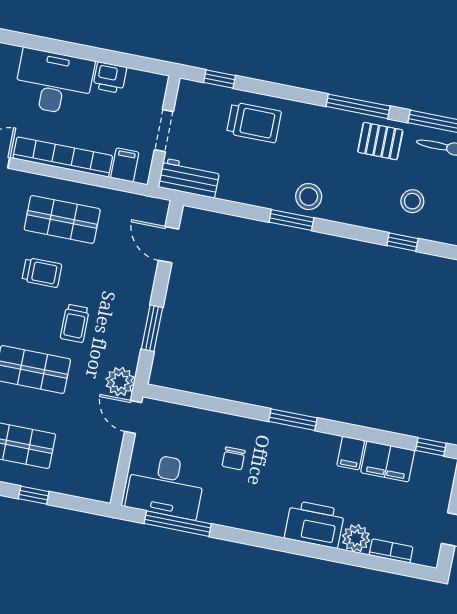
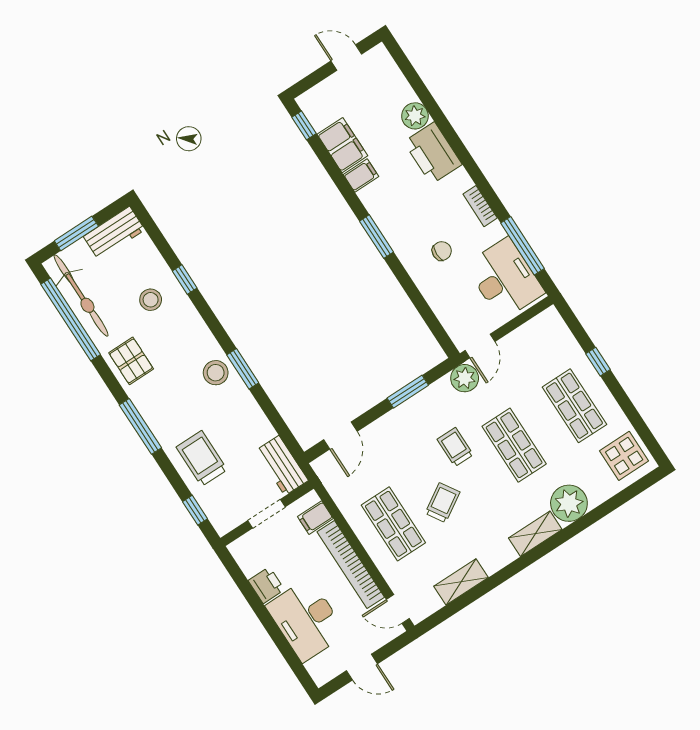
window: (358, 106) -> (140, 426), moved
trolley: (42, 272) -> (443, 503), turned 58
trolley: (75, 323) -> (455, 447), turned -90
bookcase: (391, 551) -> (480, 206), moved

